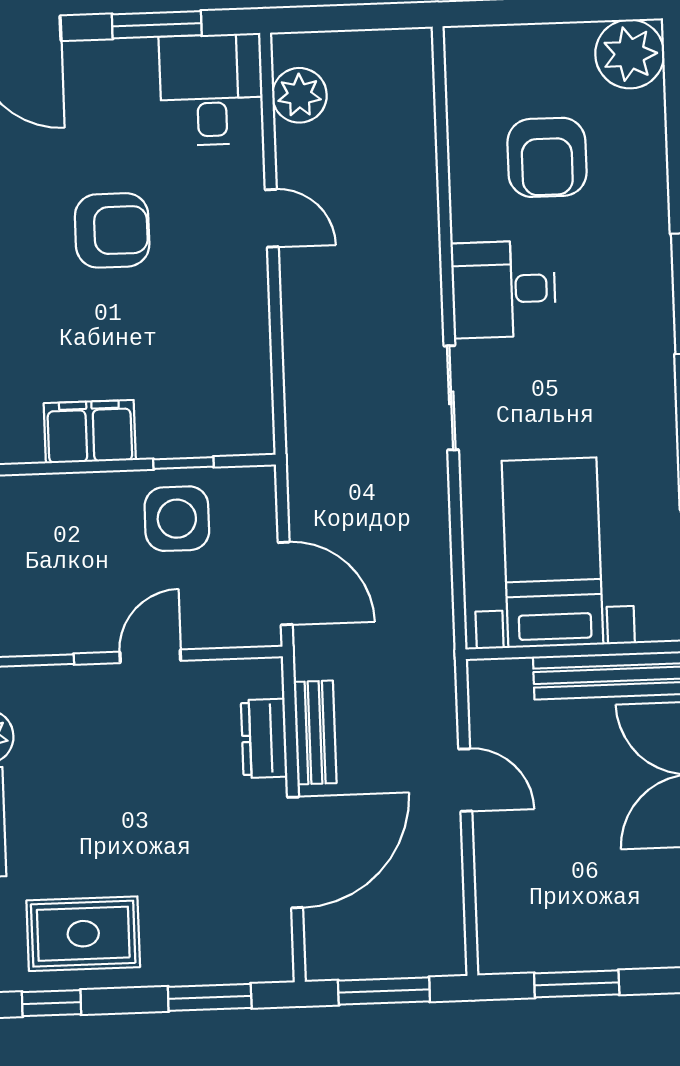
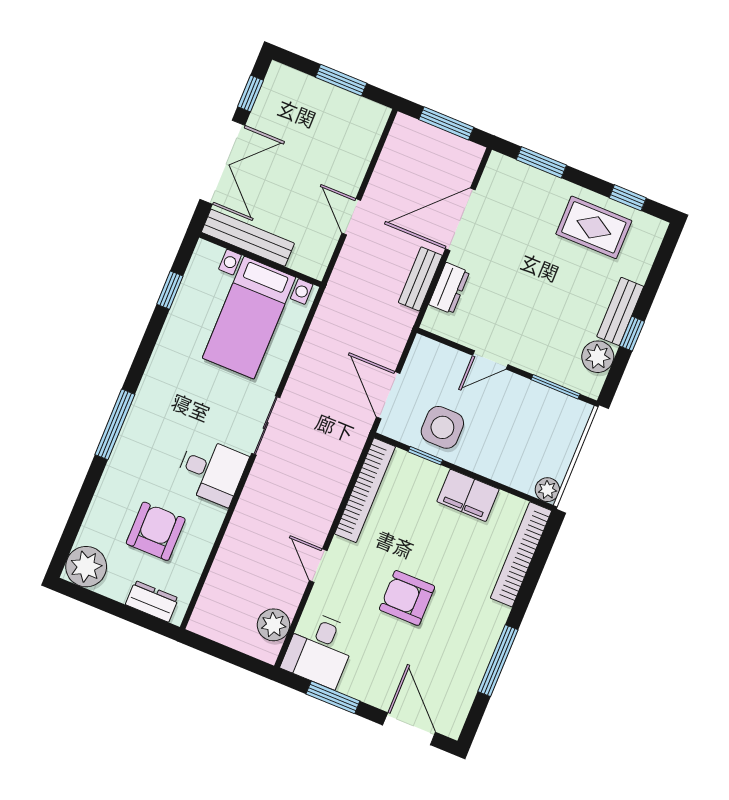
dresser: (504, 47) -> (152, 601), added
bookcase: (252, 367) -> (365, 490), added
door: (285, 584) -> (388, 395), moved

